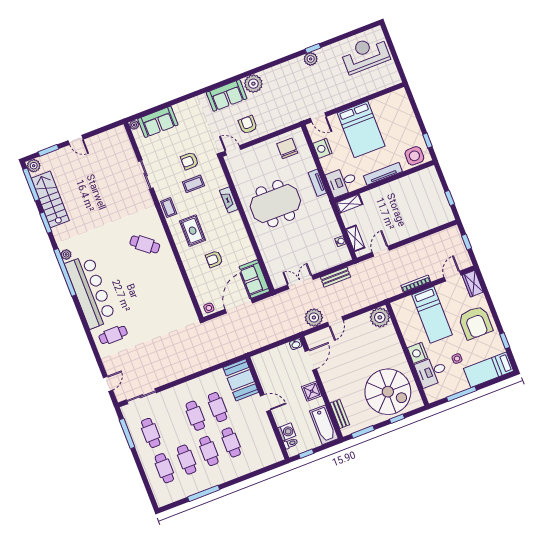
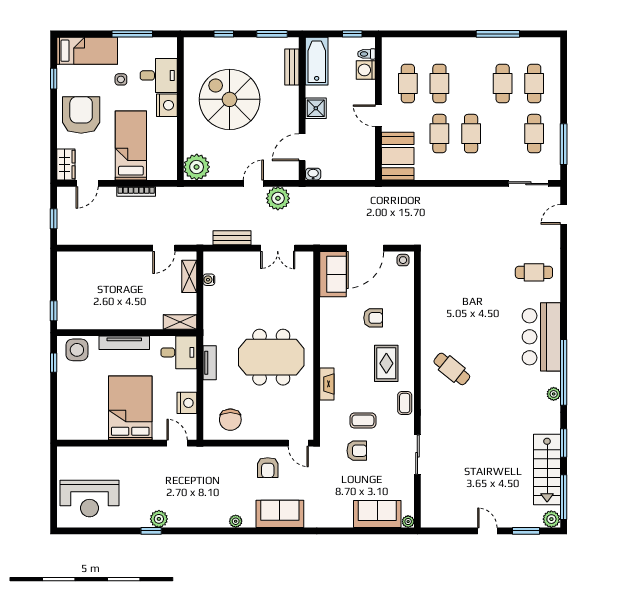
plant: (253, 84) -> (236, 521), width x0.53, depth x0.53
window: (450, 198) -> (54, 311), moved
bar counter: (90, 291) -> (541, 337), width x0.73
spiral stairs: (388, 392) -> (230, 99), moved
cafe table: (209, 451) -> (408, 84), moved

